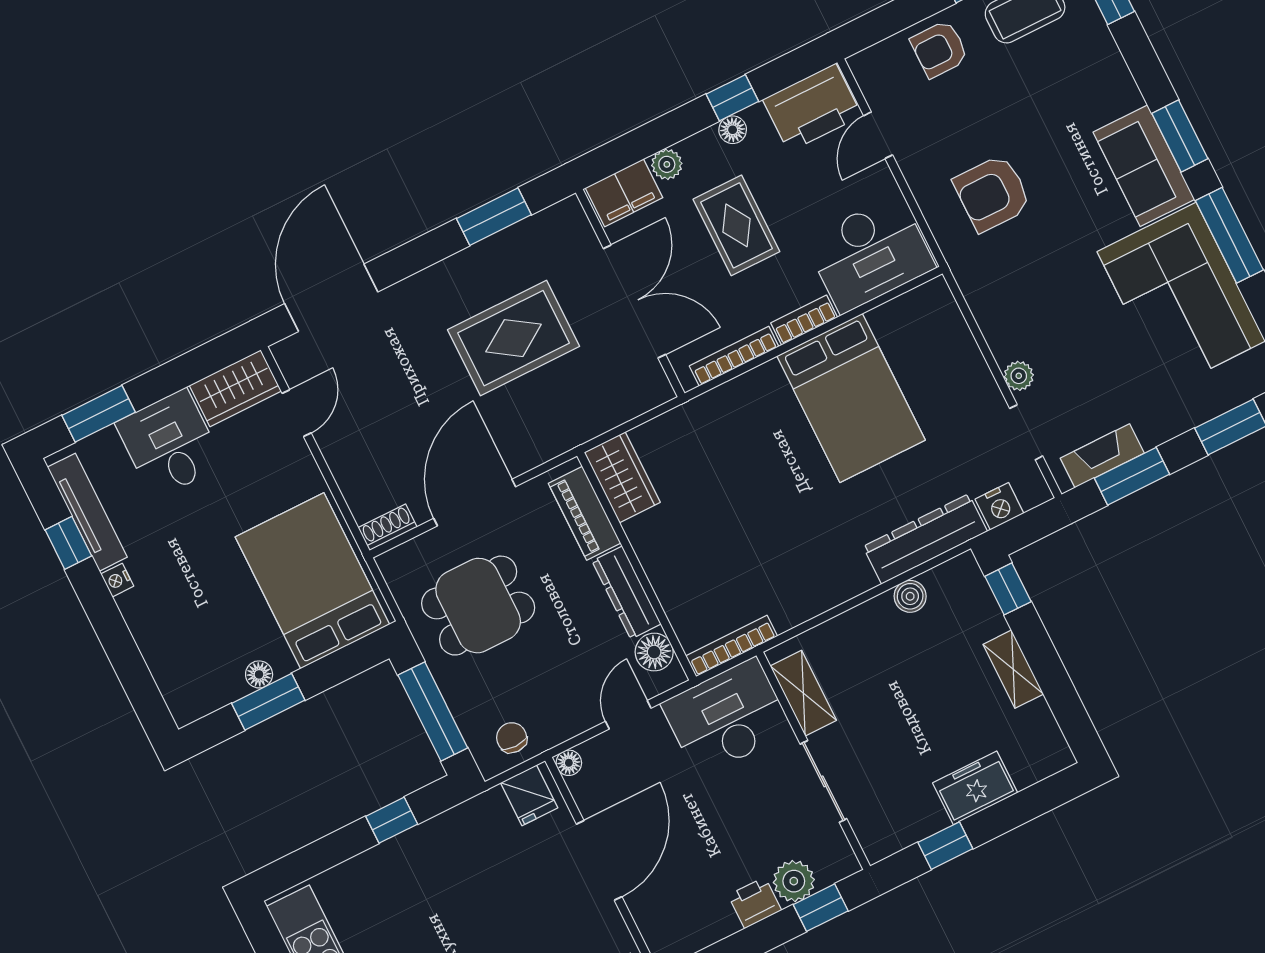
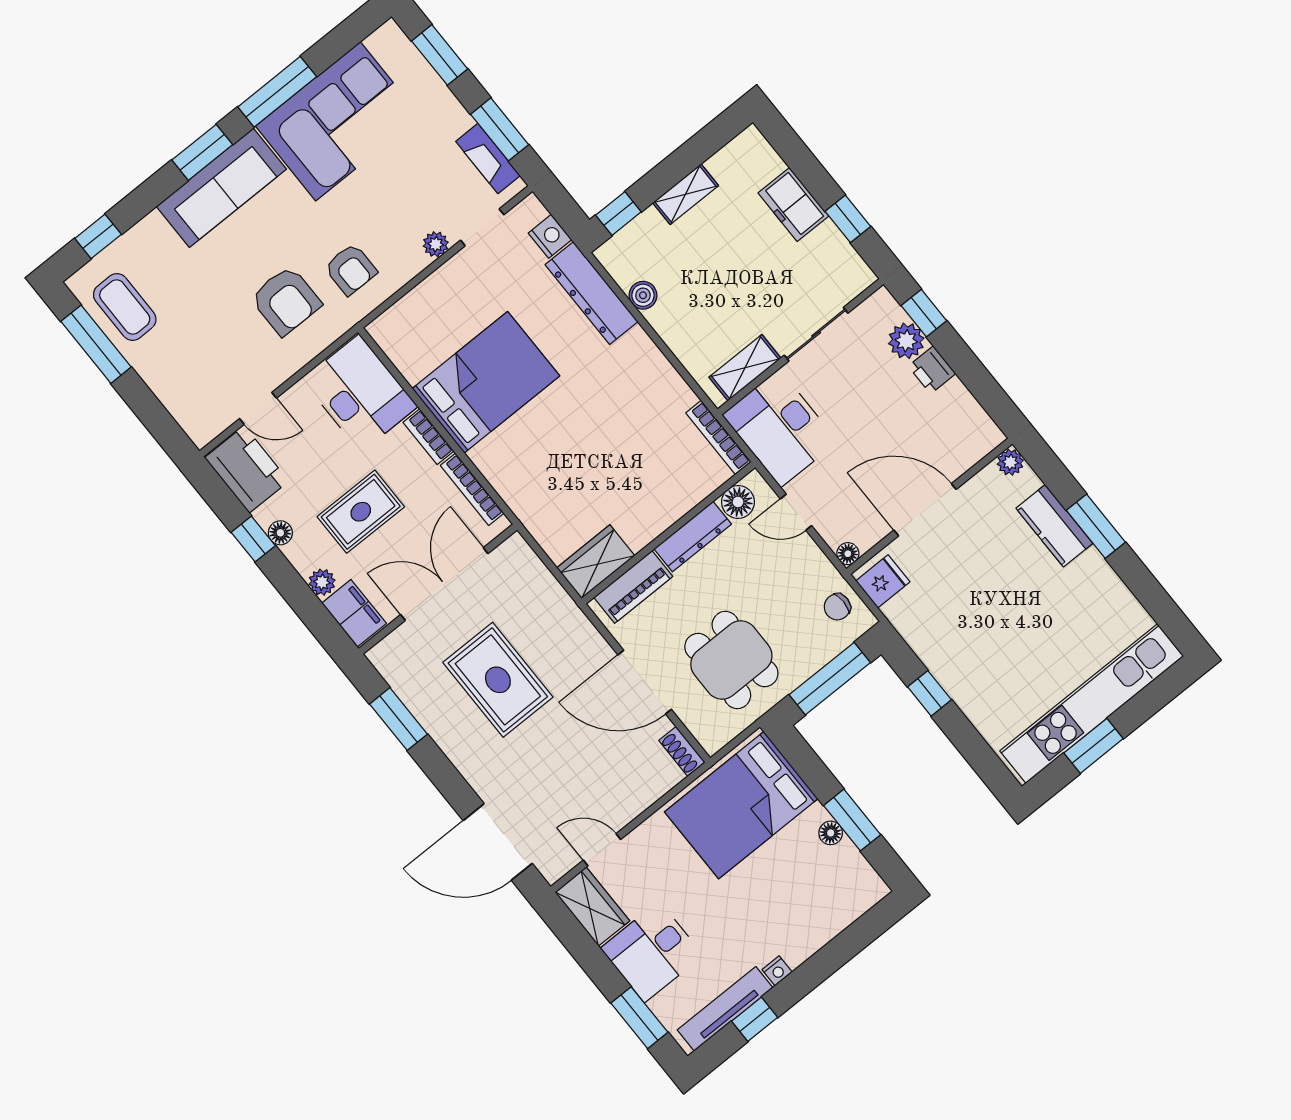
armchair: (939, 49) -> (351, 269), moved
sofa: (1144, 166) -> (221, 188), width x1.36

